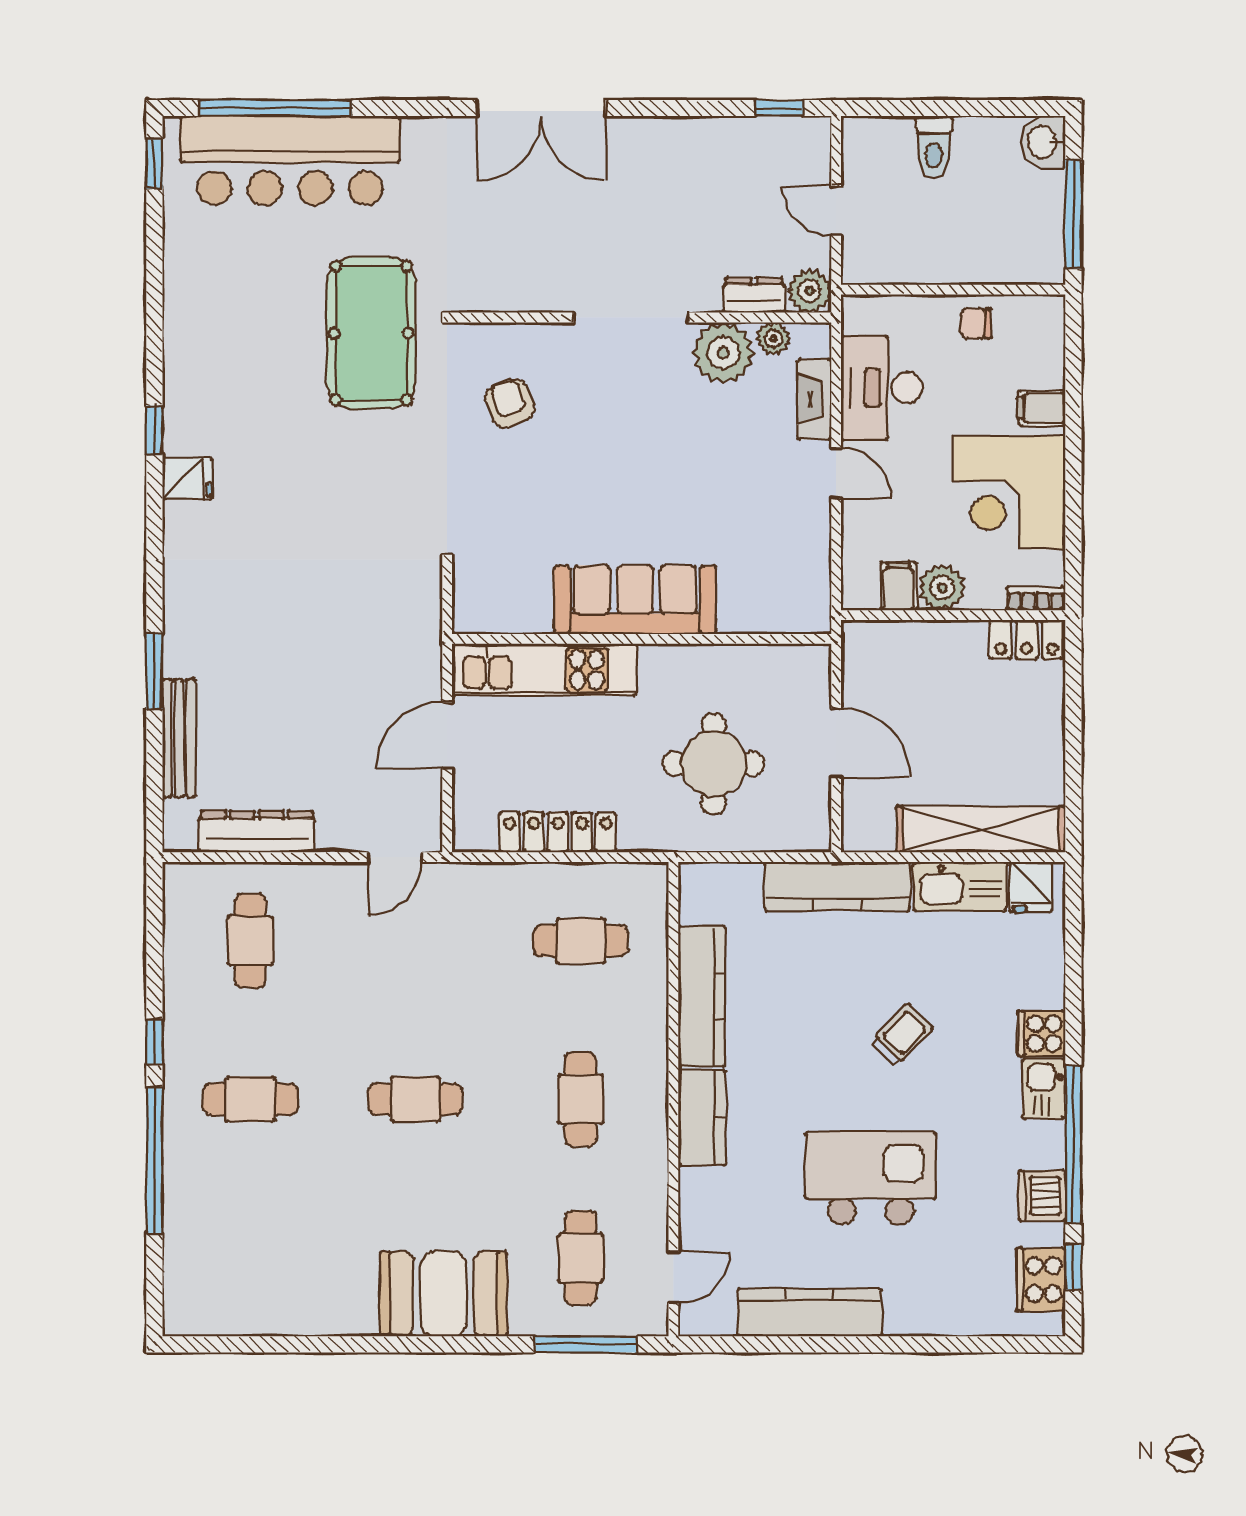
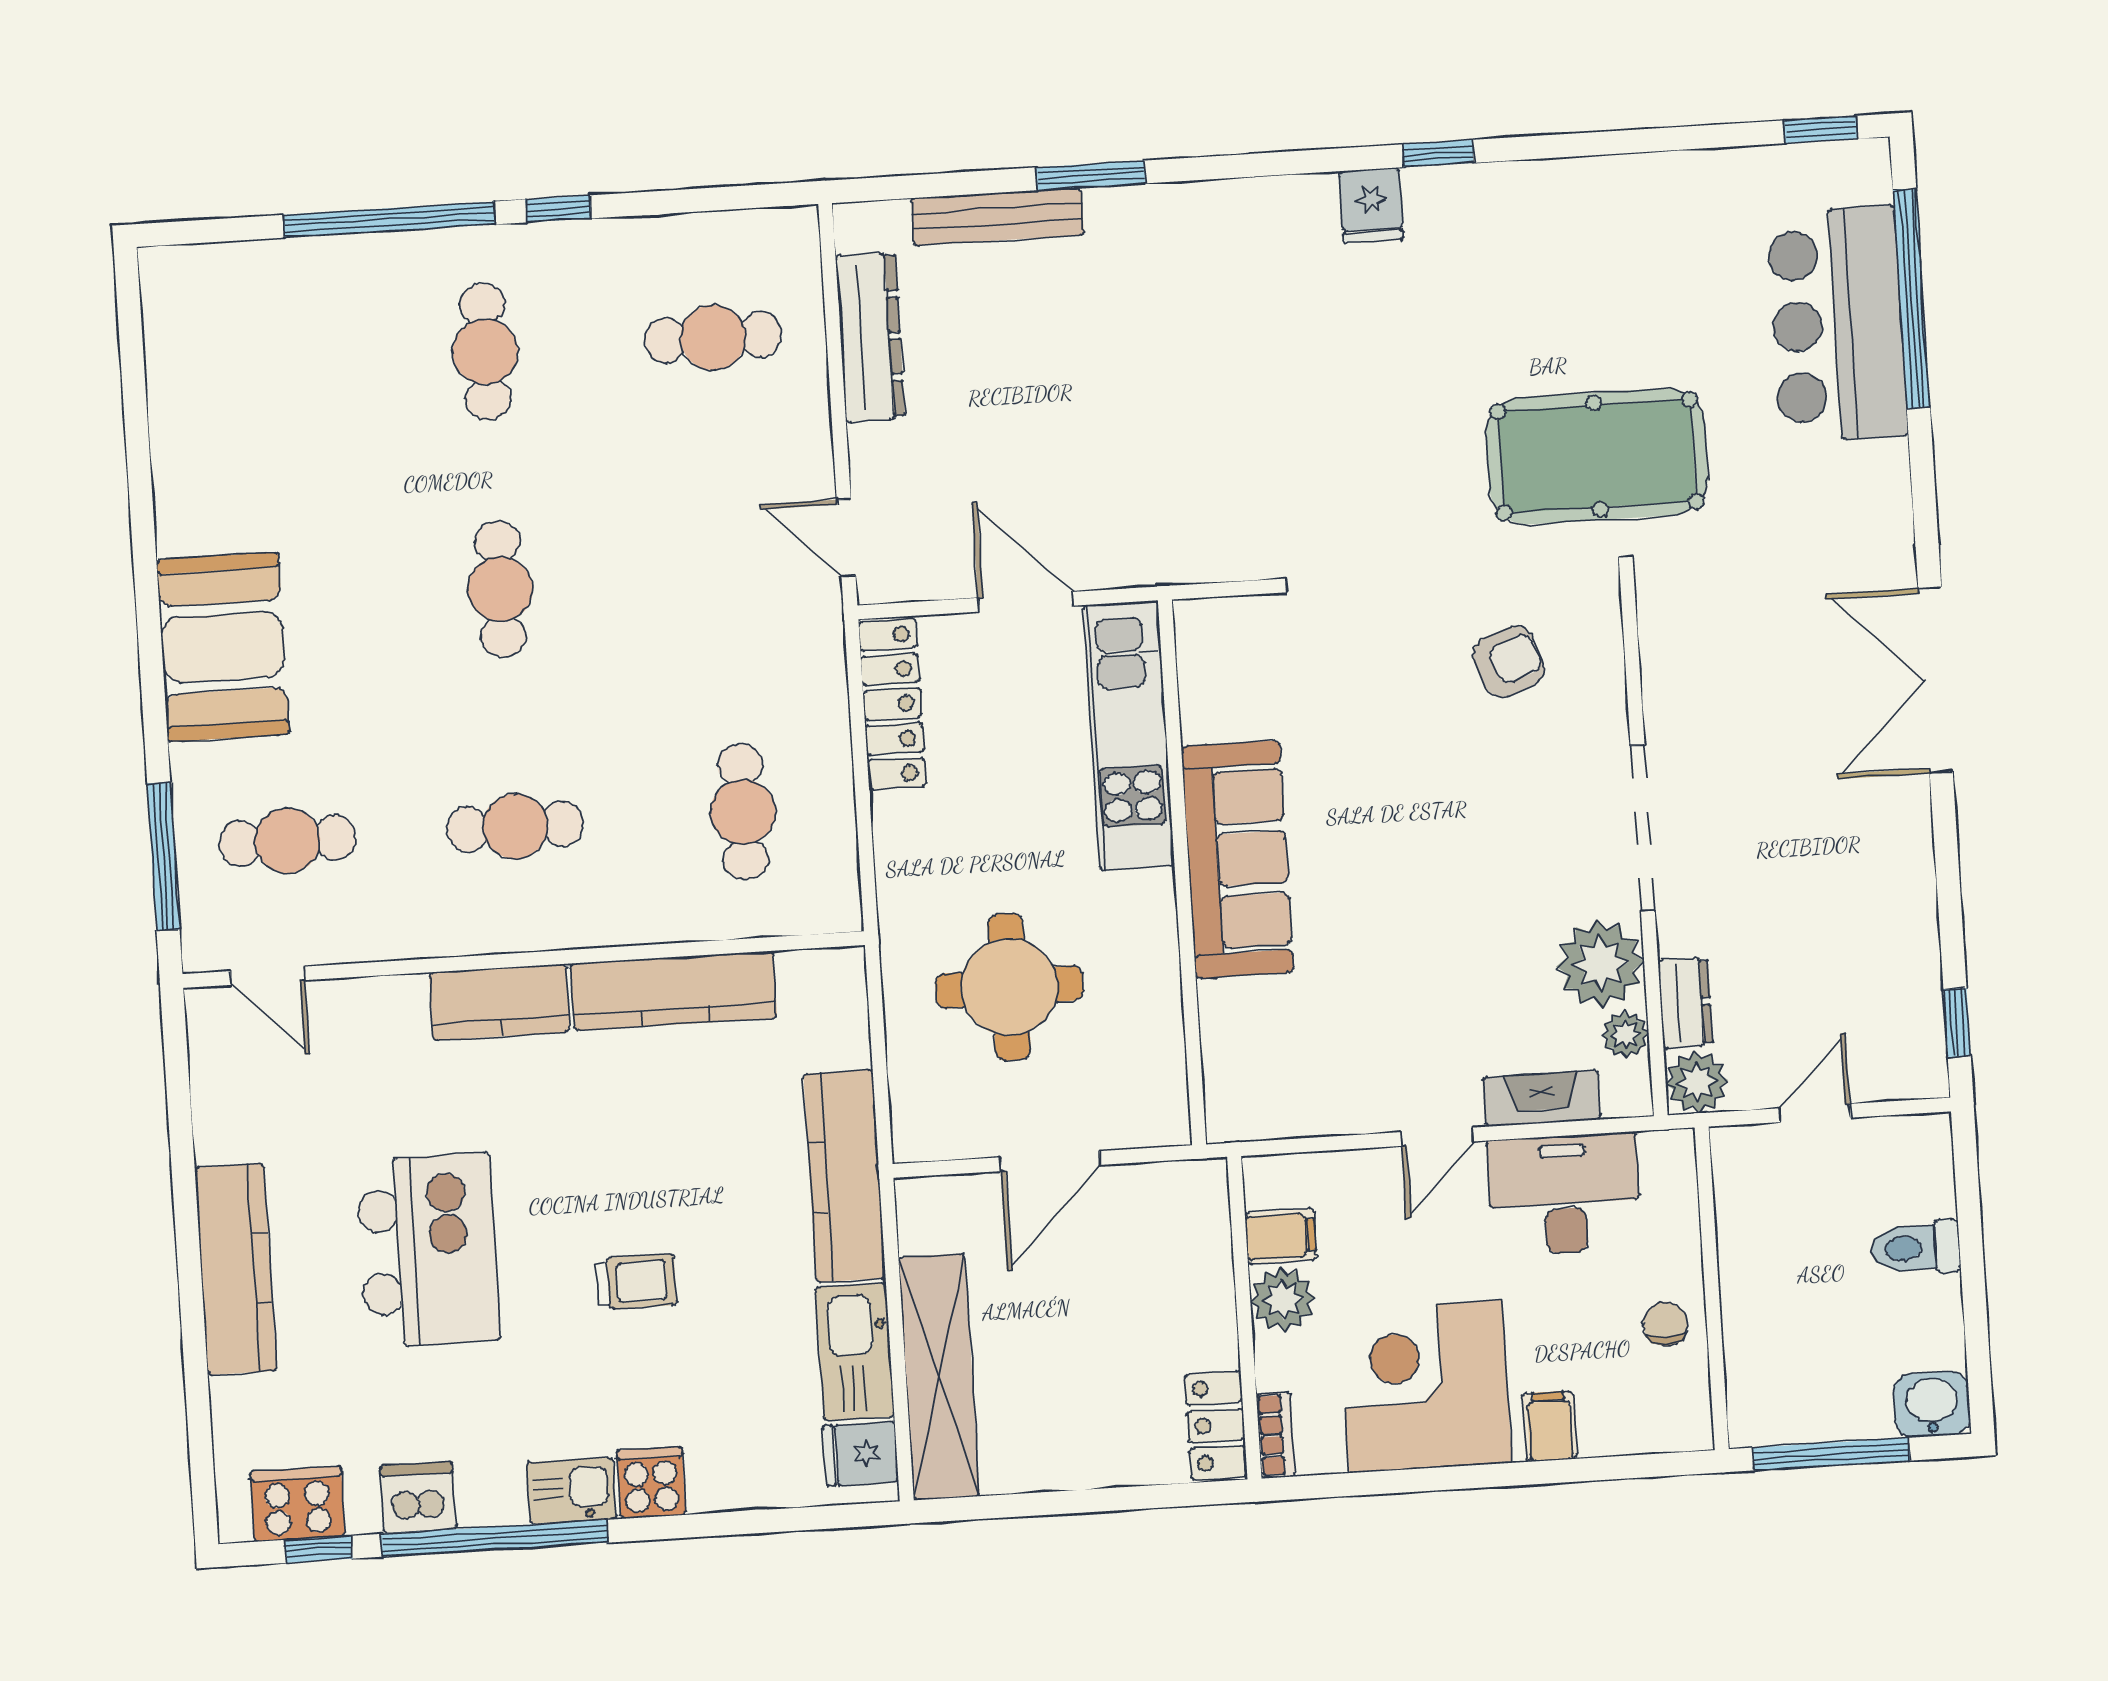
bar counter: (290, 161) -> (1837, 324), width x0.73
locker: (558, 832) -> (892, 704), moved
trolley: (902, 1035) -> (636, 1282), turned -44
kitchen counter: (810, 1312) -> (236, 1269), moved

